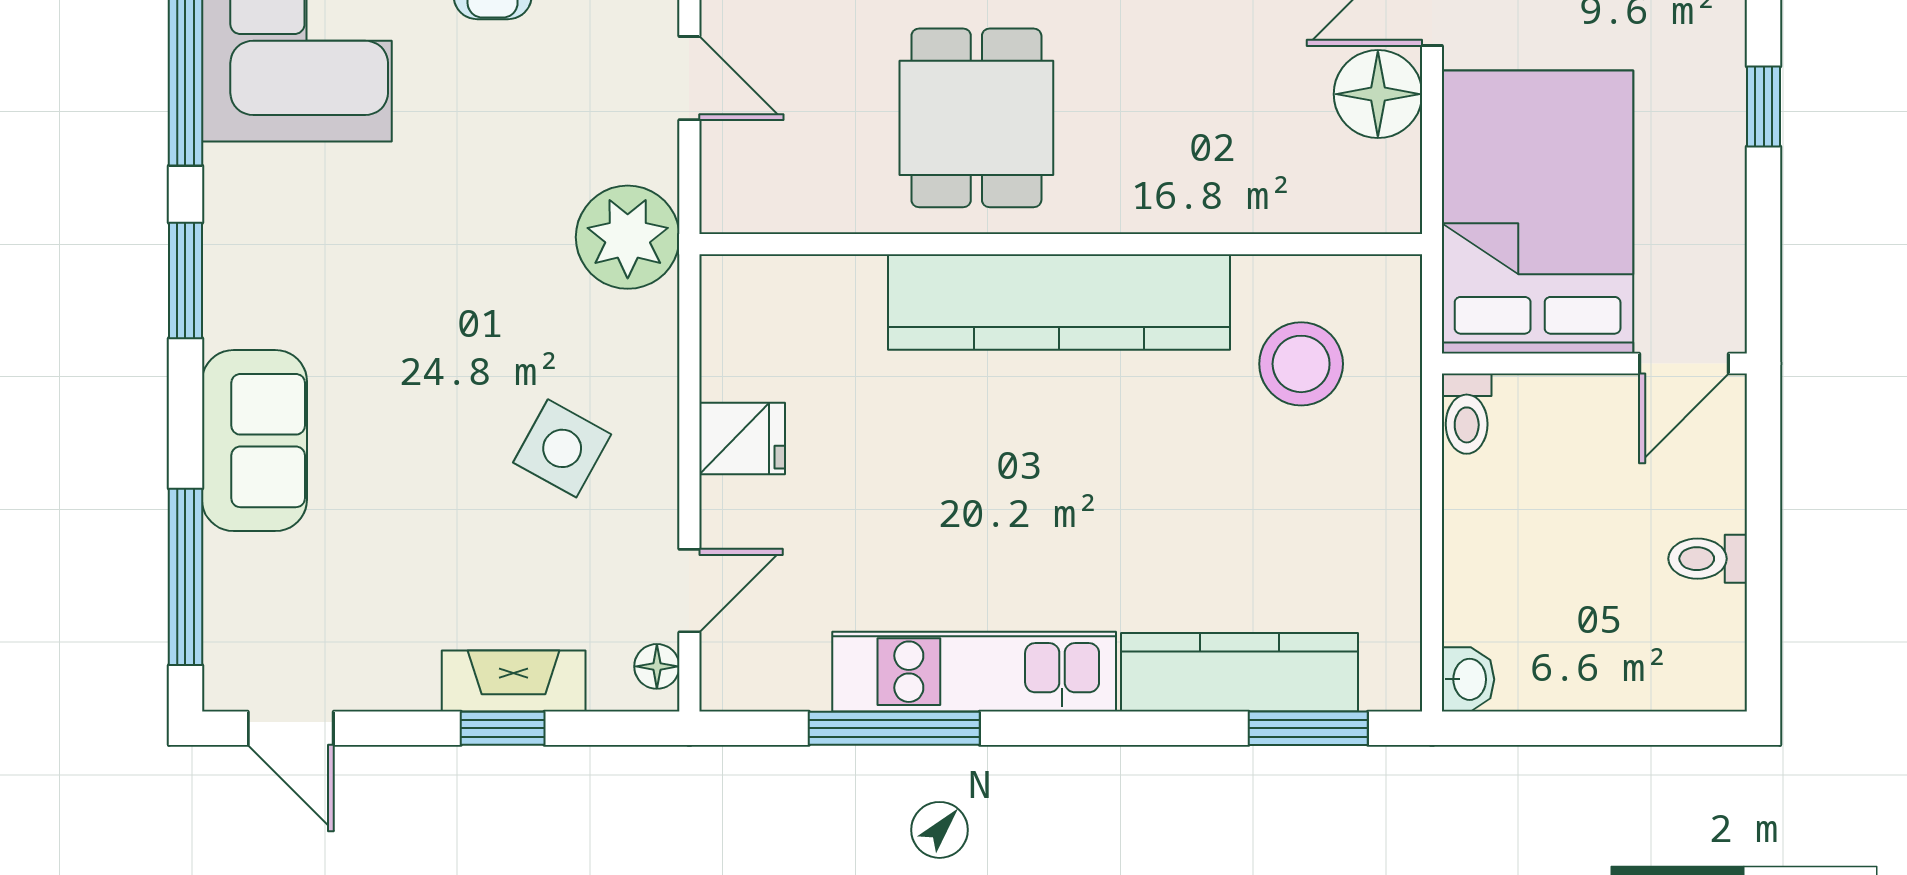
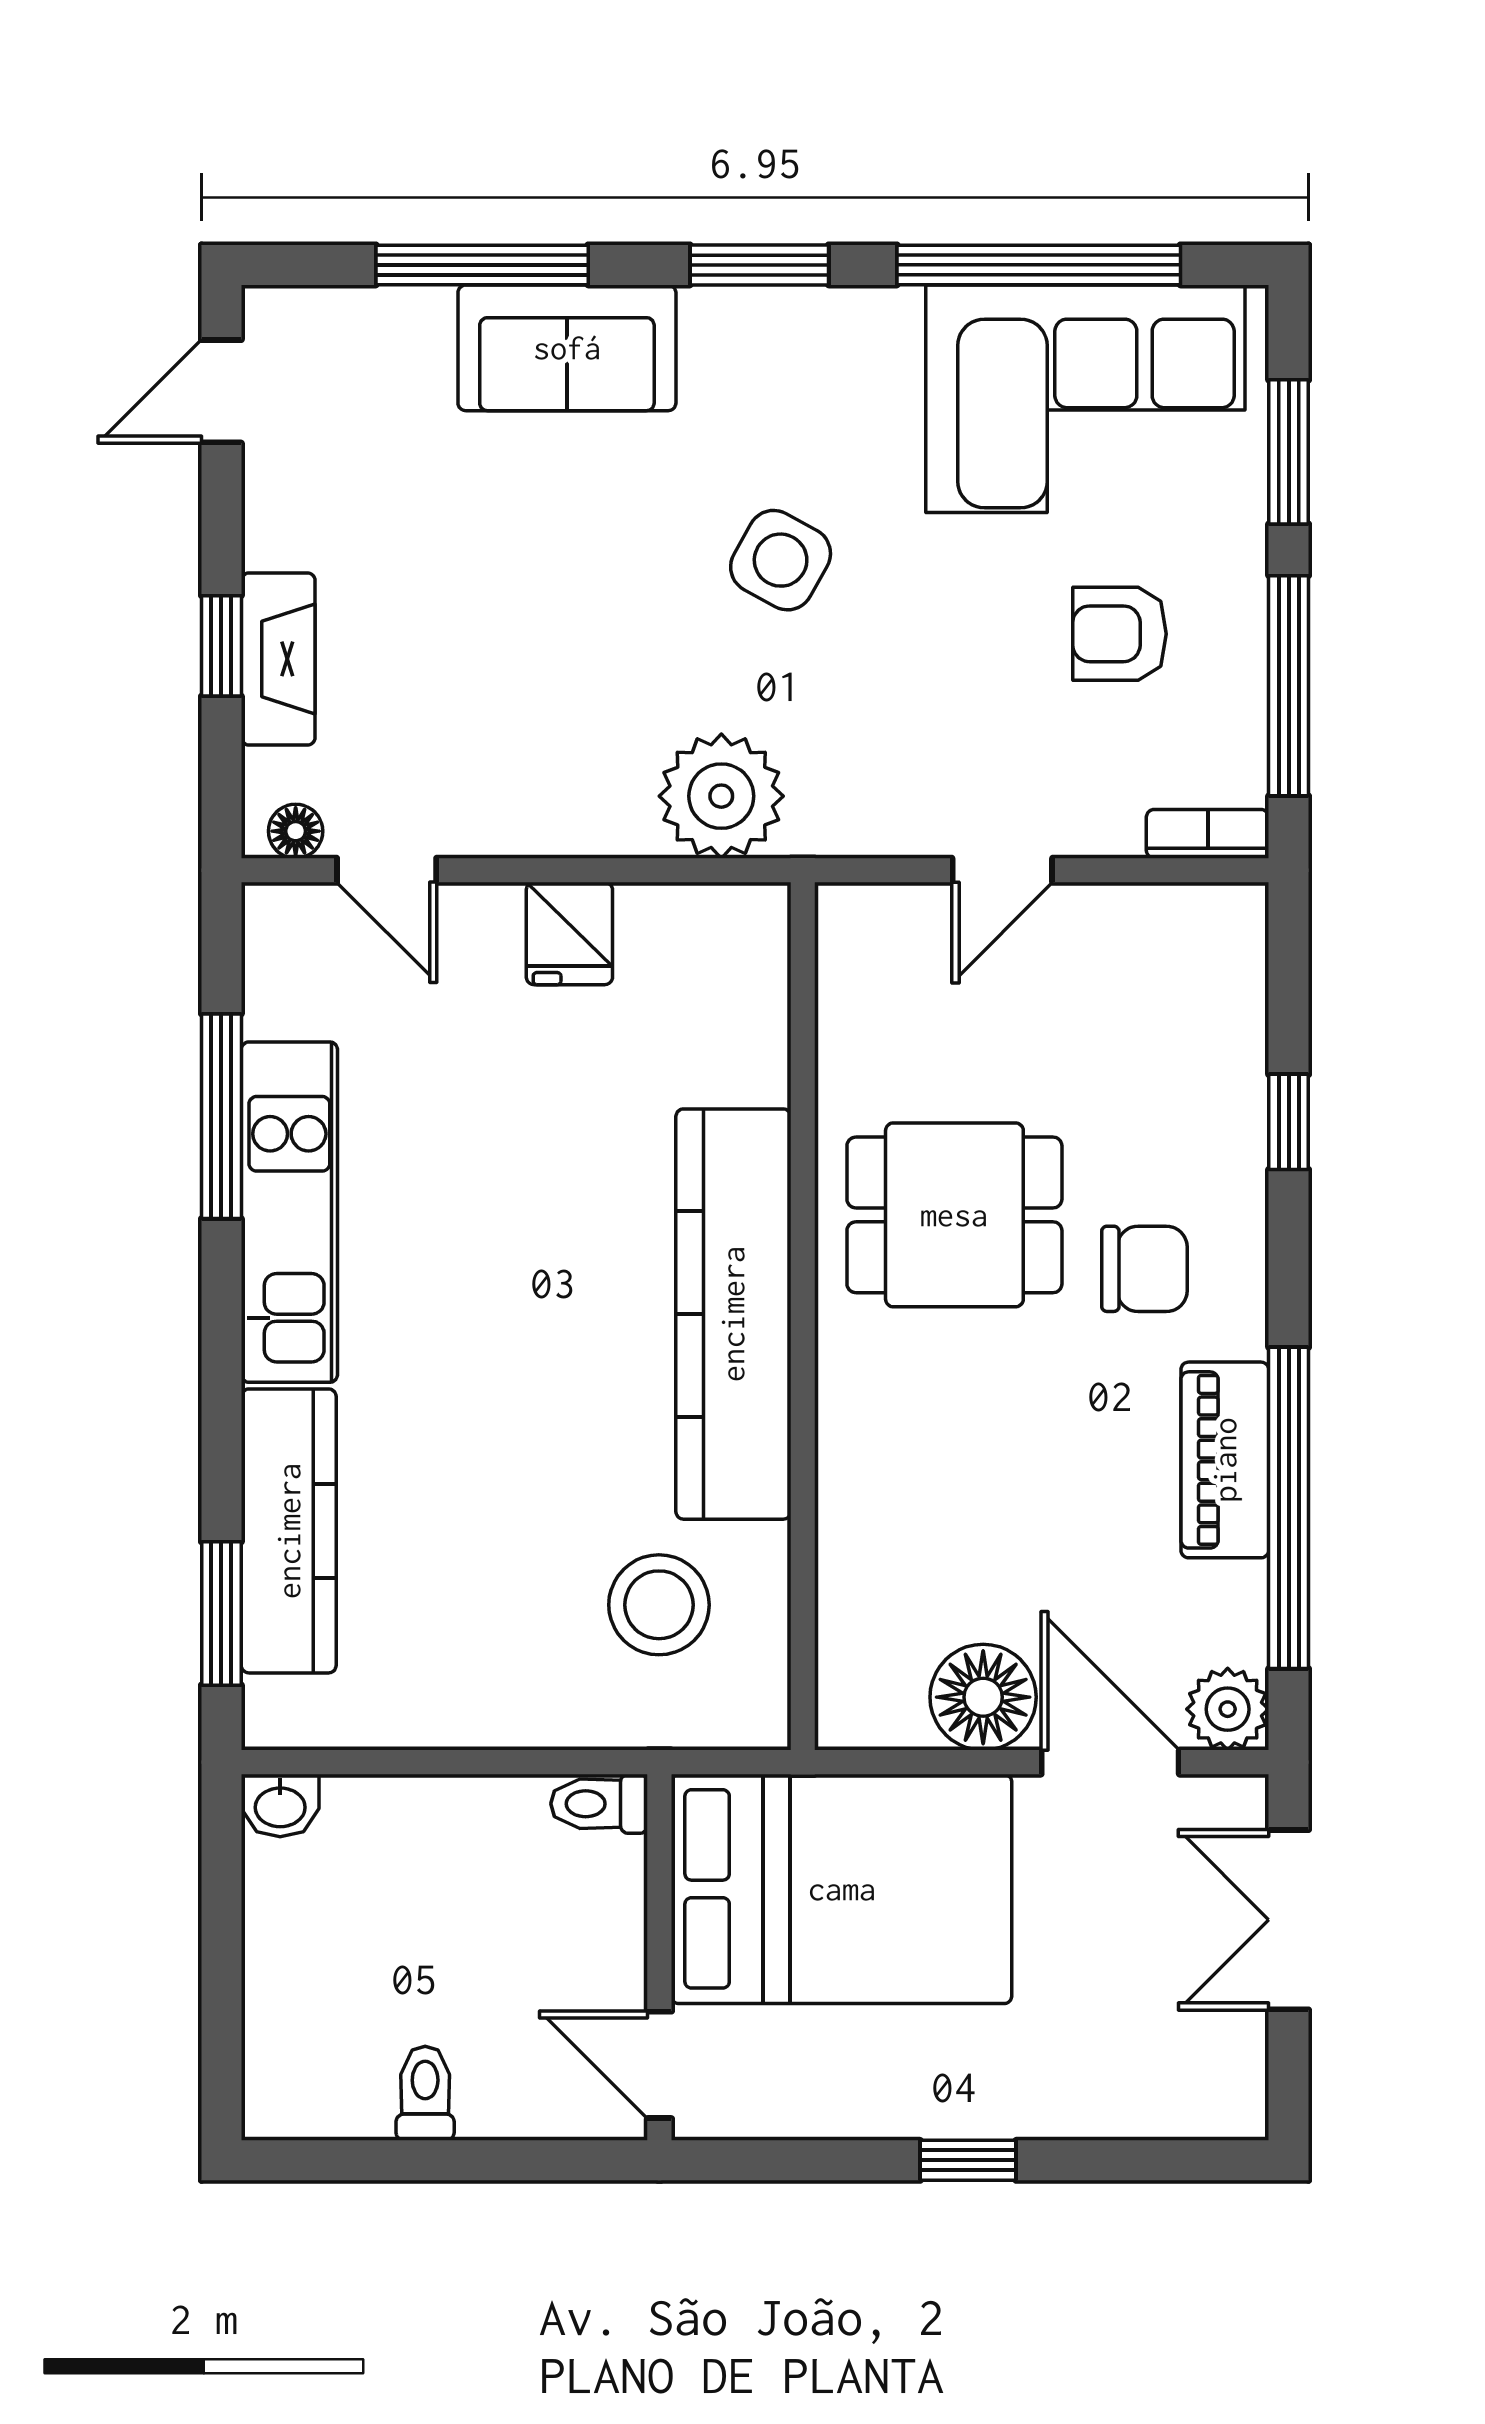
plant: (628, 237) -> (721, 796), moved
side table: (562, 448) -> (781, 560), moved
window: (185, 577) -> (482, 265), moved

